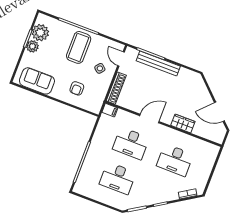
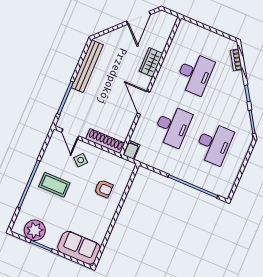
plant: (32, 46) -> (51, 240), removed
coffee table: (79, 47) -> (54, 185), width x0.73, depth x0.76
door: (121, 59) -> (70, 134), hinge flipped
bench: (158, 63) -> (87, 66), moved
sofa: (37, 81) -> (79, 248), moved, turned 90

